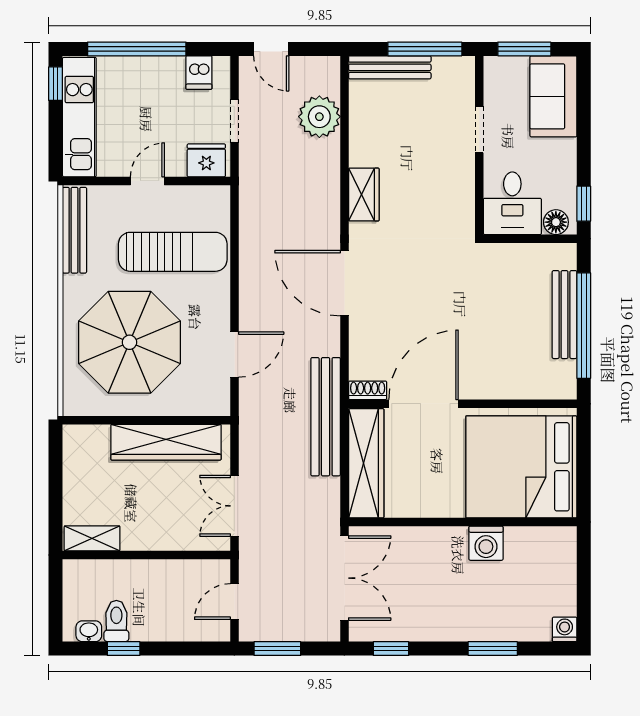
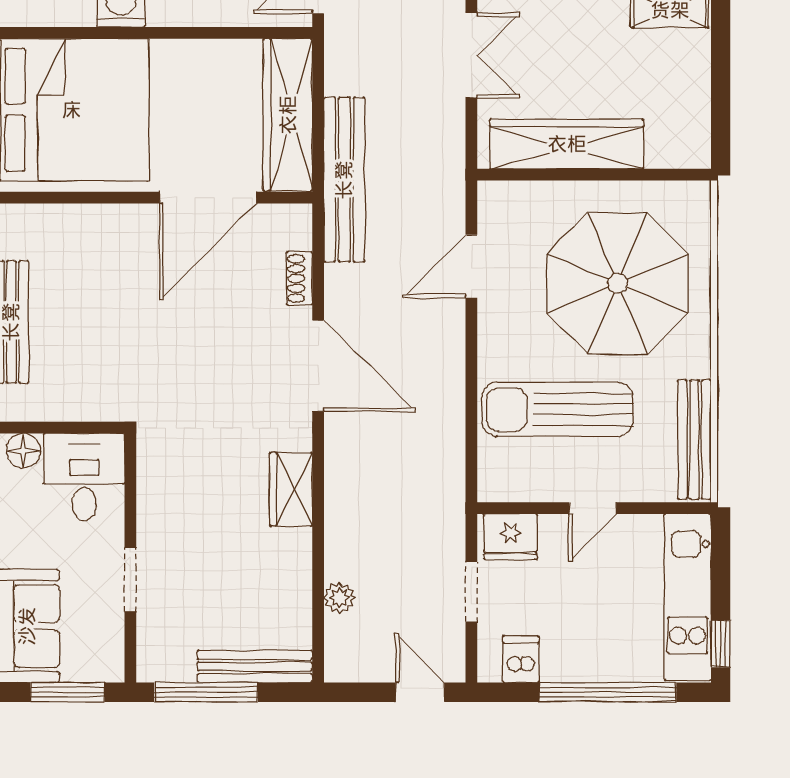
plant: (319, 117) -> (339, 598), width x0.53, depth x0.53
shoe rack: (368, 390) -> (299, 278), moved, turned 90

